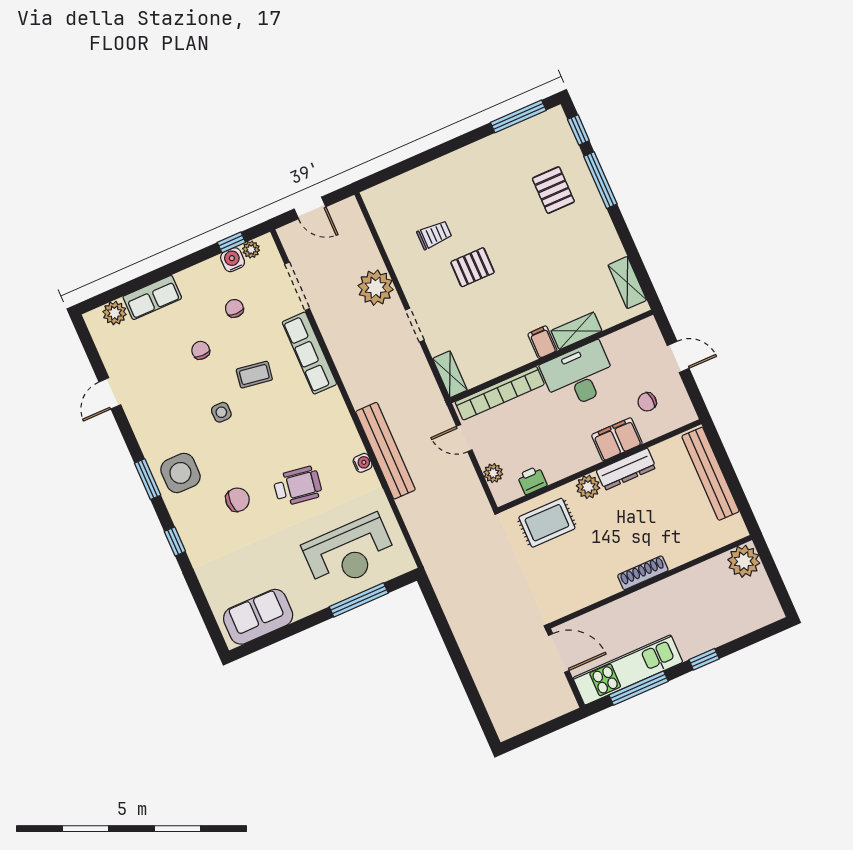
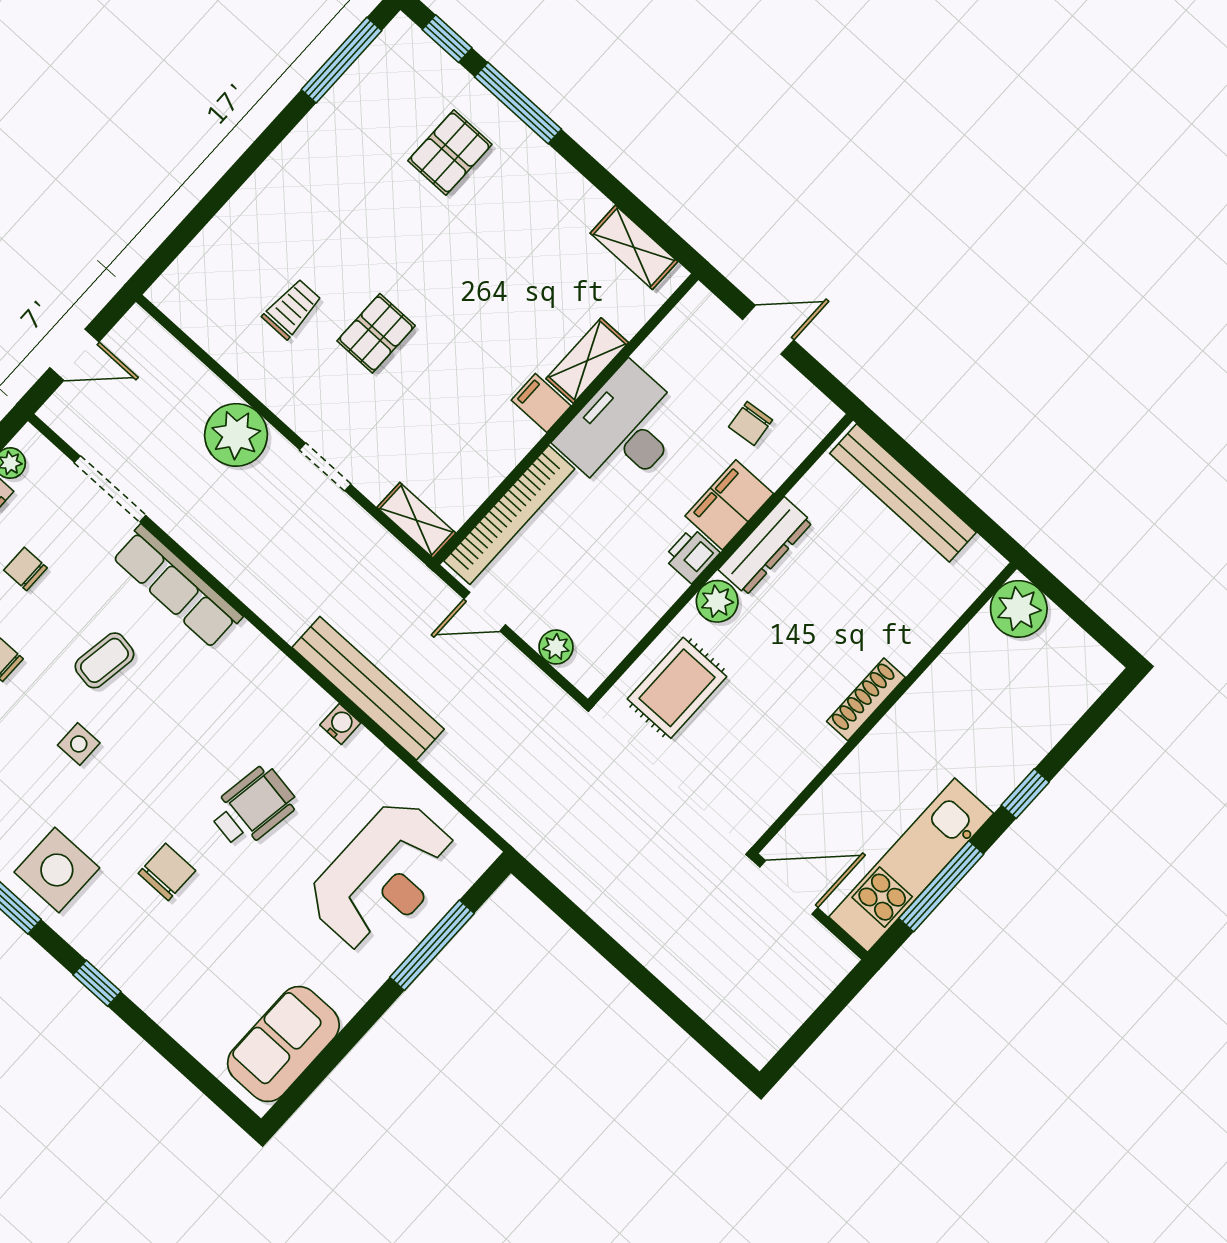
pallet: (553, 190) -> (450, 153), turned 90
printer: (532, 480) -> (692, 555), moved

